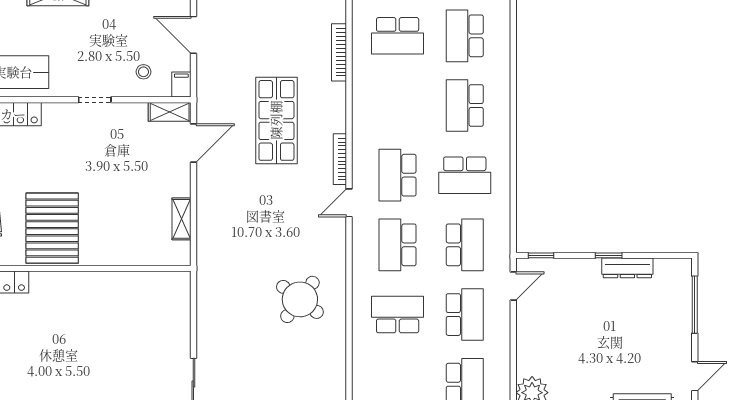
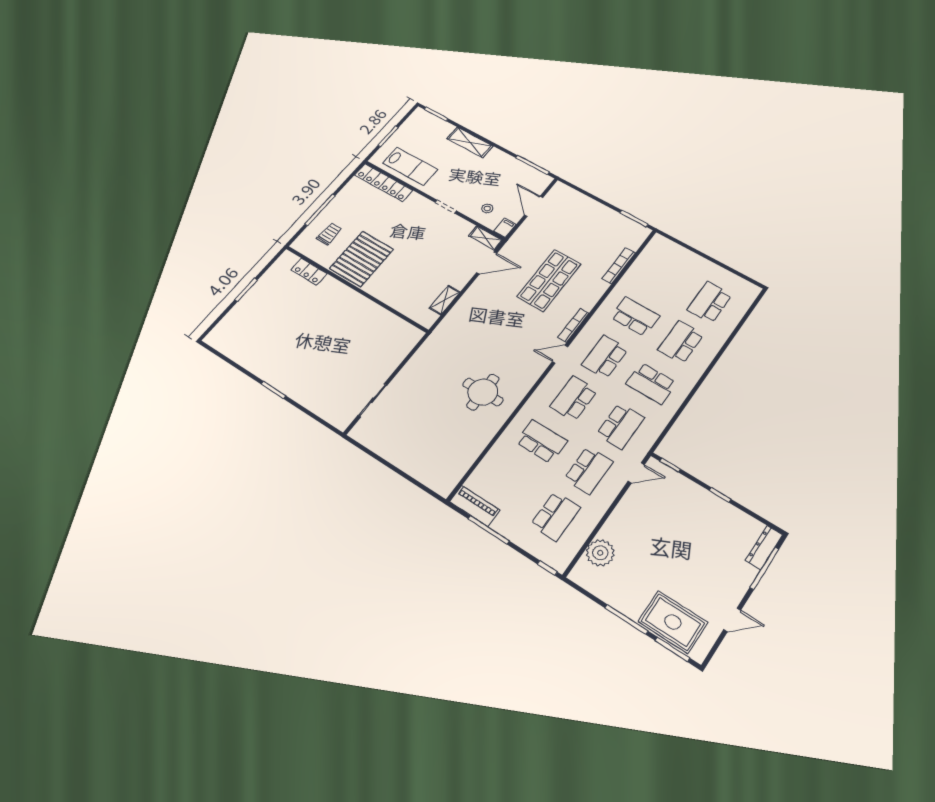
school desk: (398, 36) -> (635, 317), moved, turned 180
dresser: (627, 268) -> (764, 548), moved, turned 90
round table: (300, 299) -> (483, 392), turned -37

